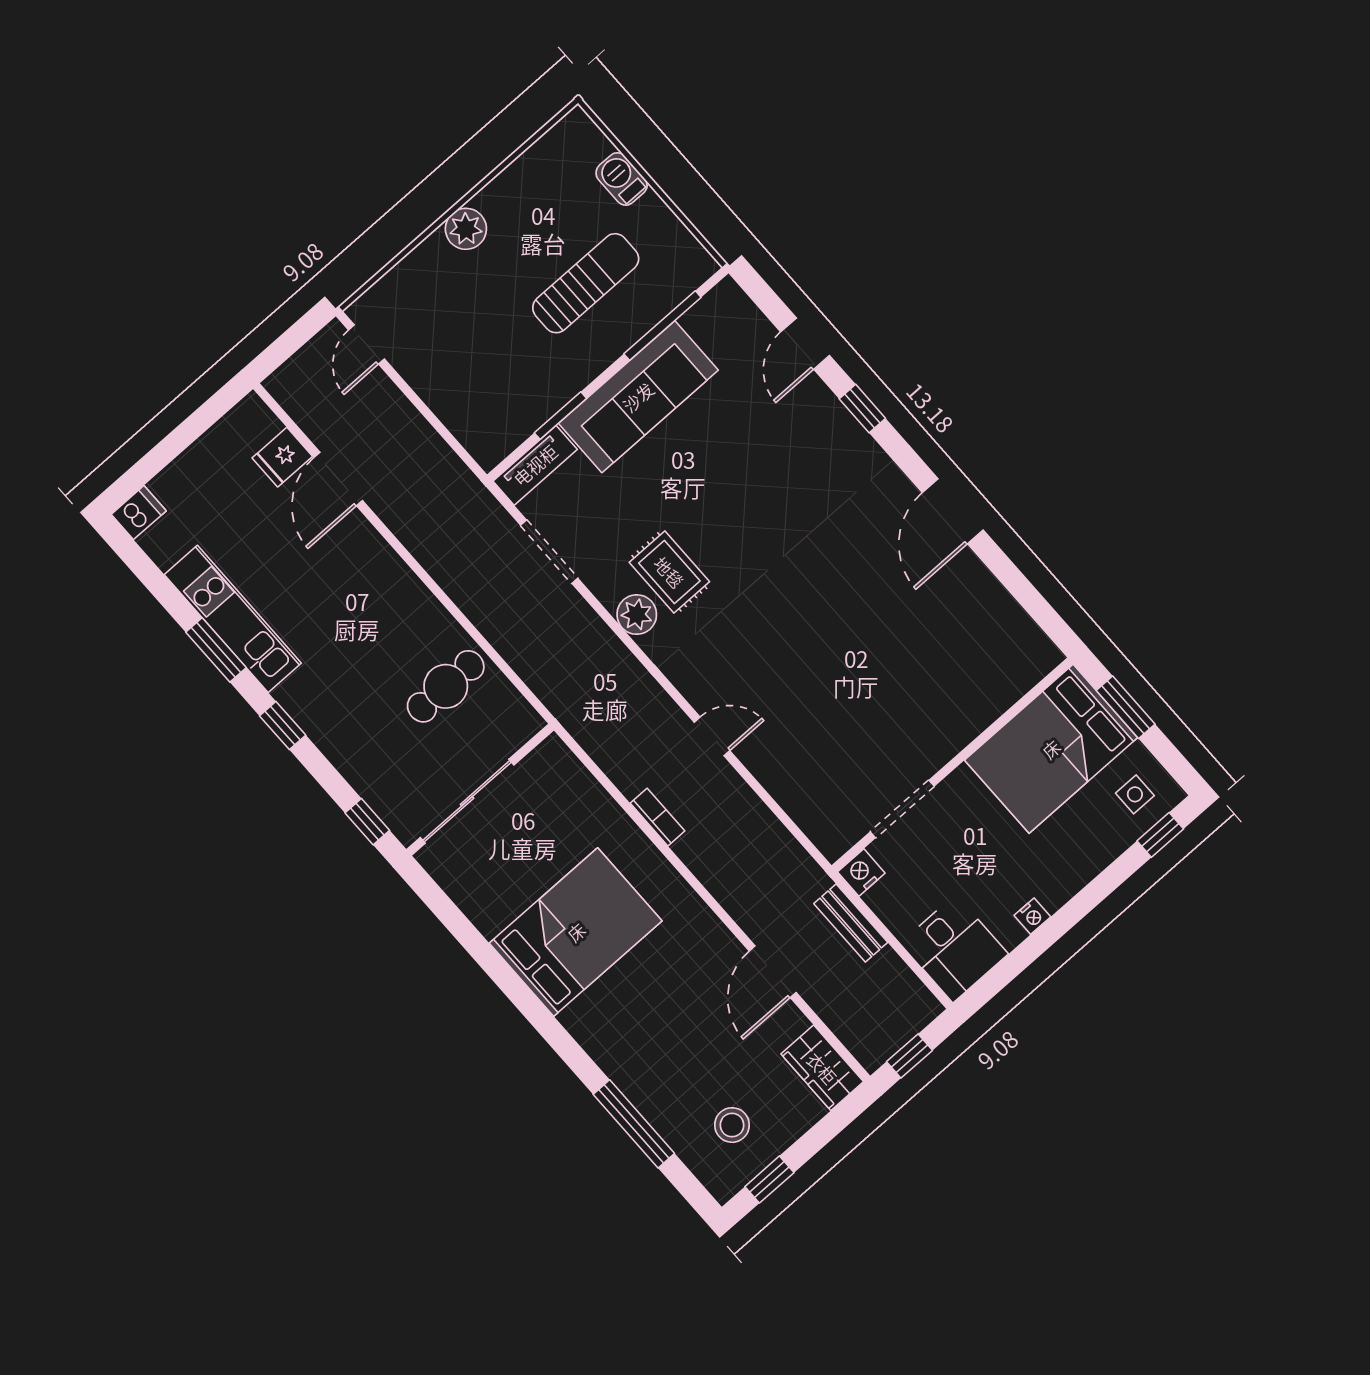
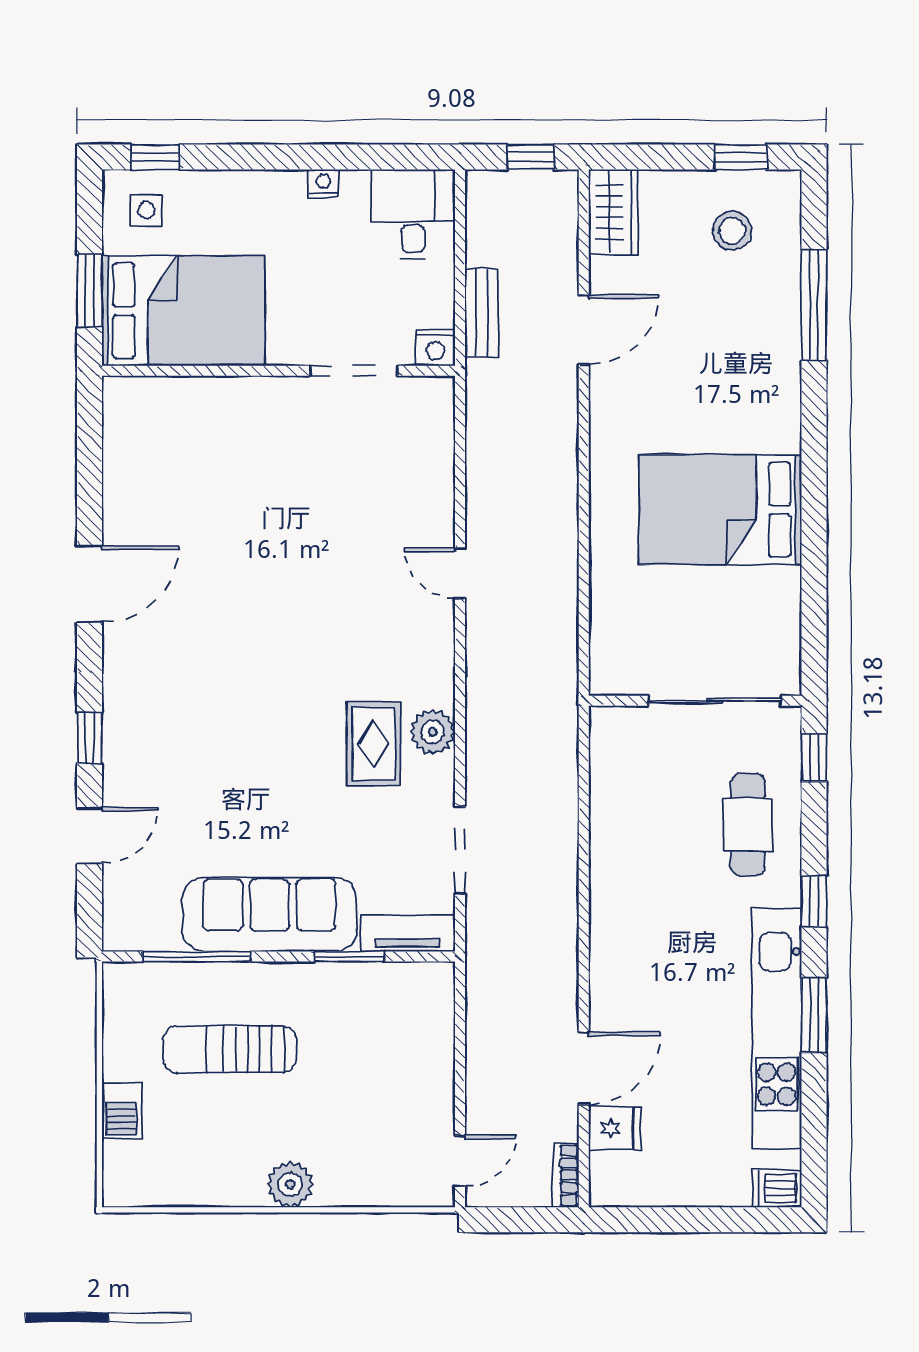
kitchen unit: (233, 619) -> (777, 1029), width x1.36
cafe table: (446, 686) -> (748, 825), moved, turned 90
bookcase: (657, 817) -> (566, 1175), moved

